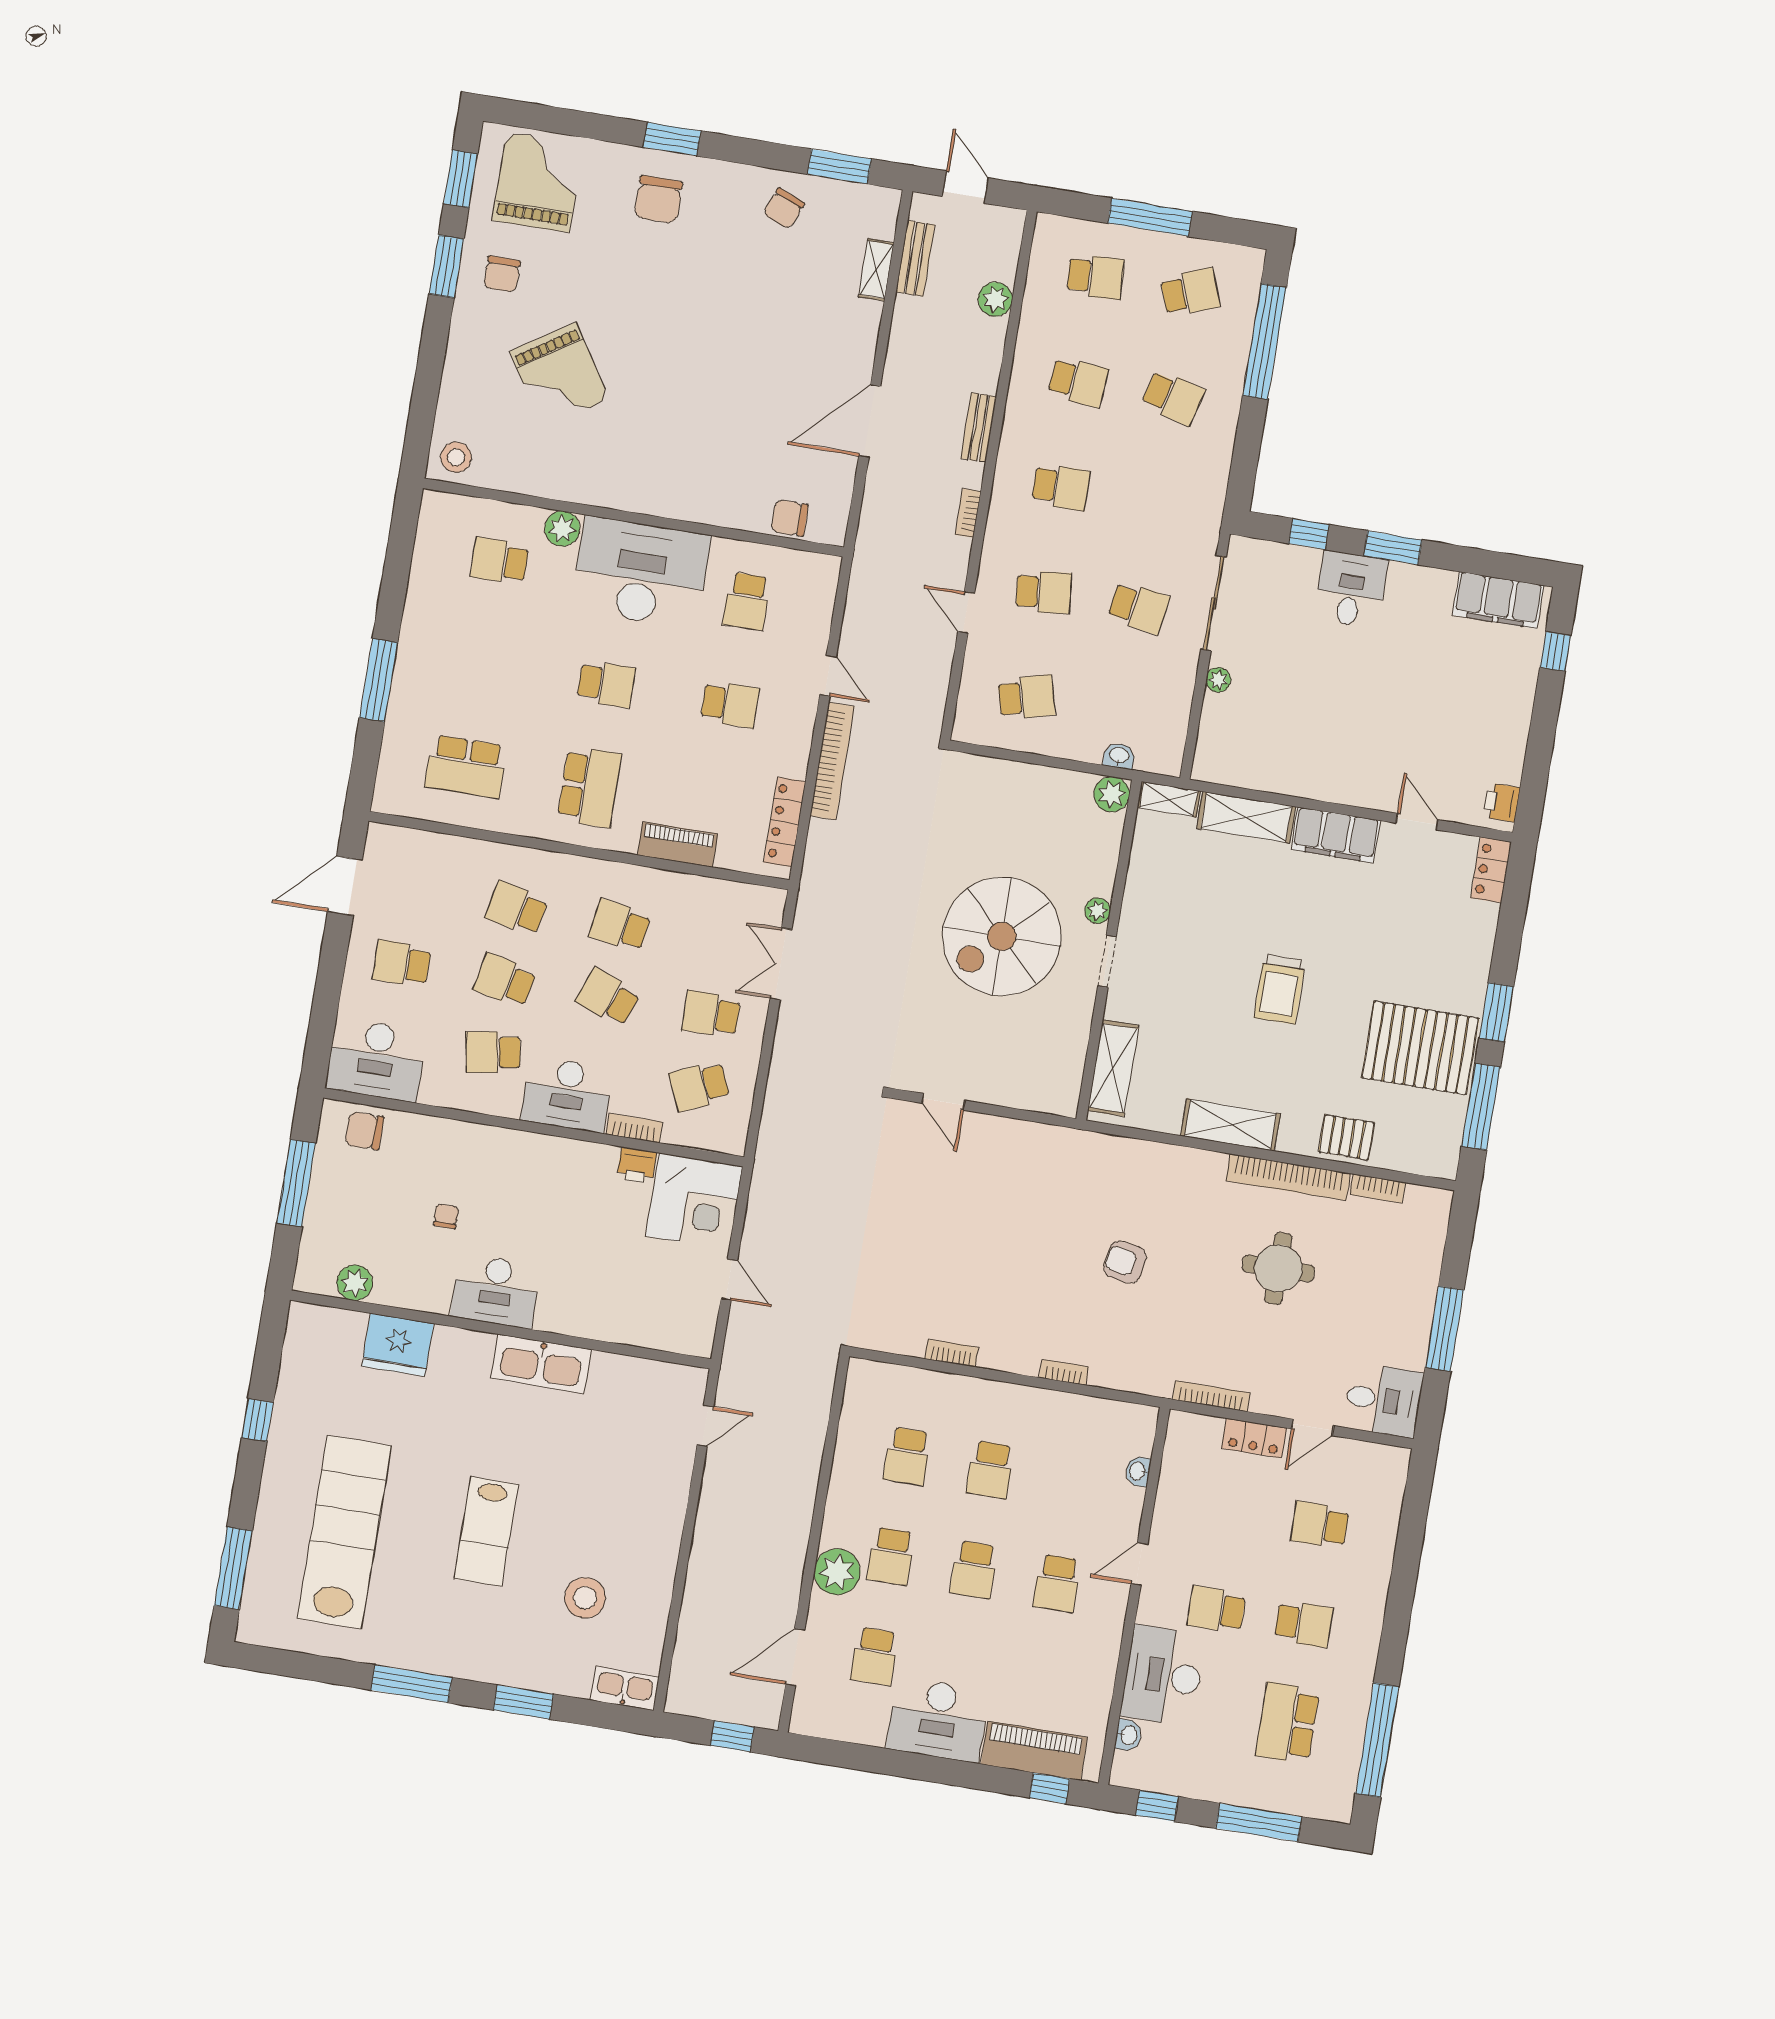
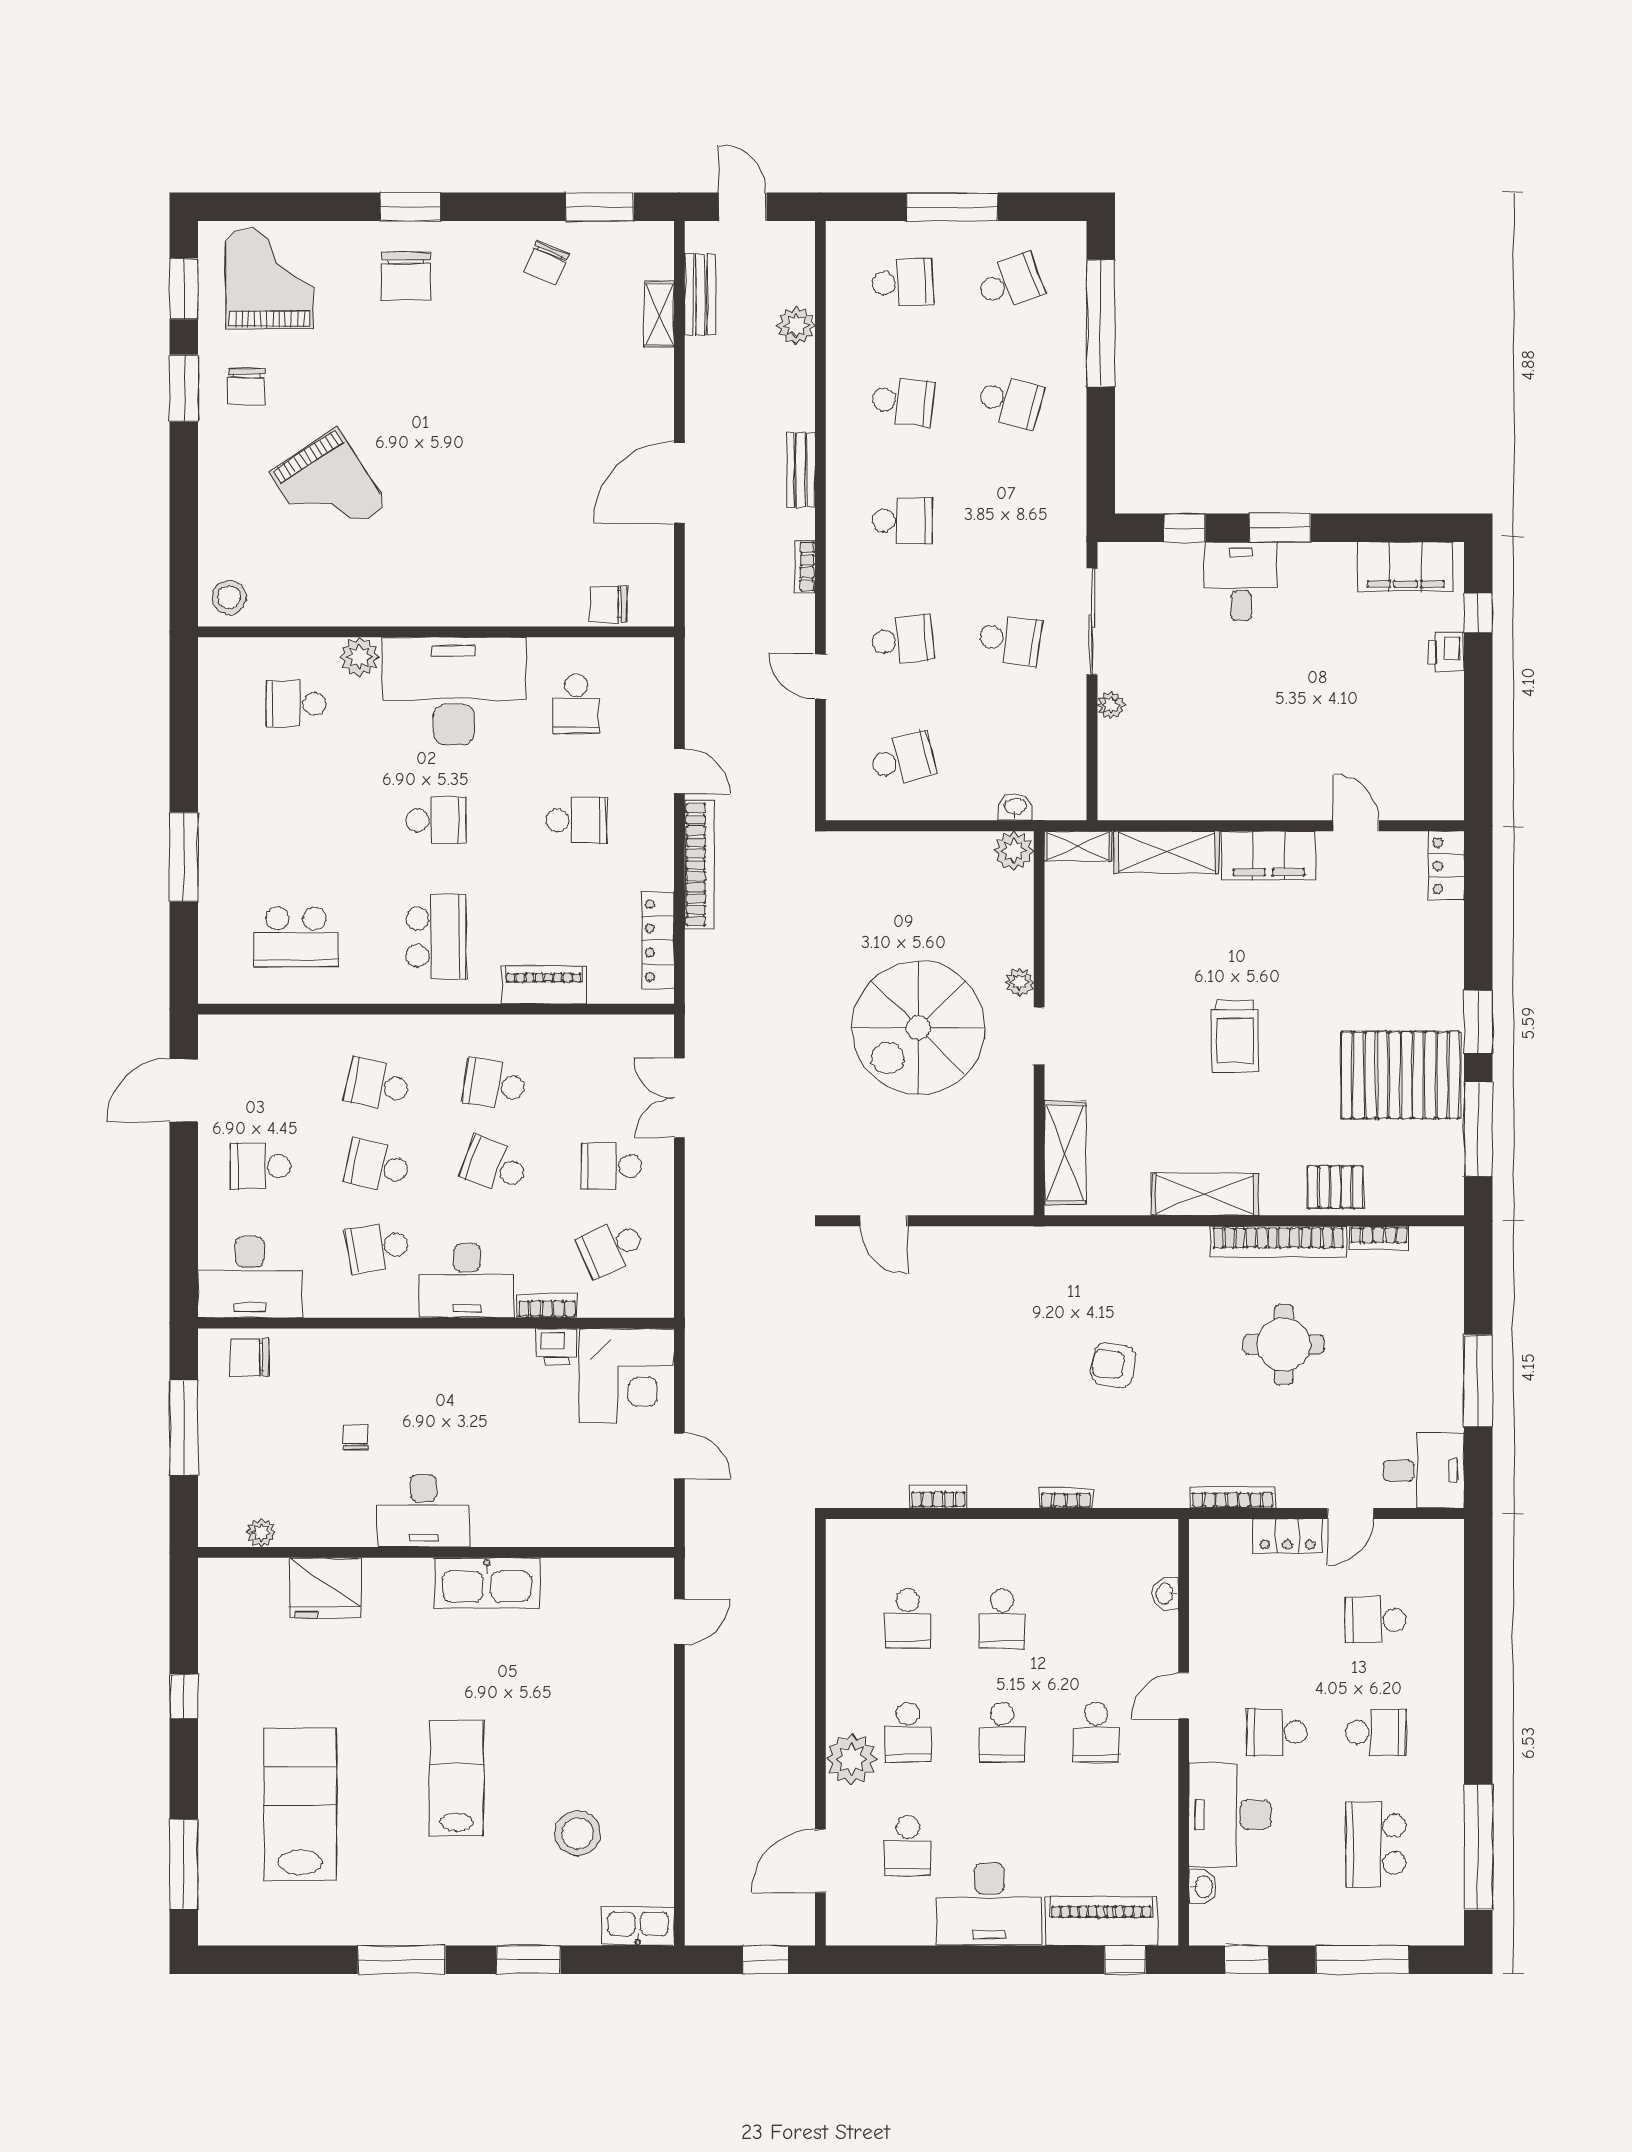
printer: (1502, 802) -> (1446, 652), moved
plant: (355, 1283) -> (261, 1533), width x0.73, depth x0.73
lab bench: (486, 1531) -> (457, 1778), turned 180
lab bench: (344, 1532) -> (300, 1804), width x0.73

